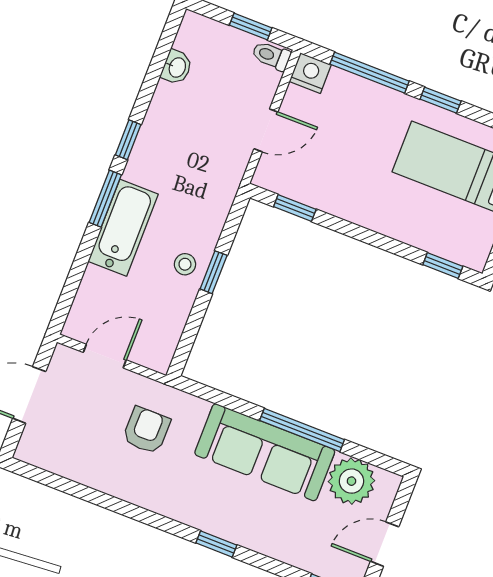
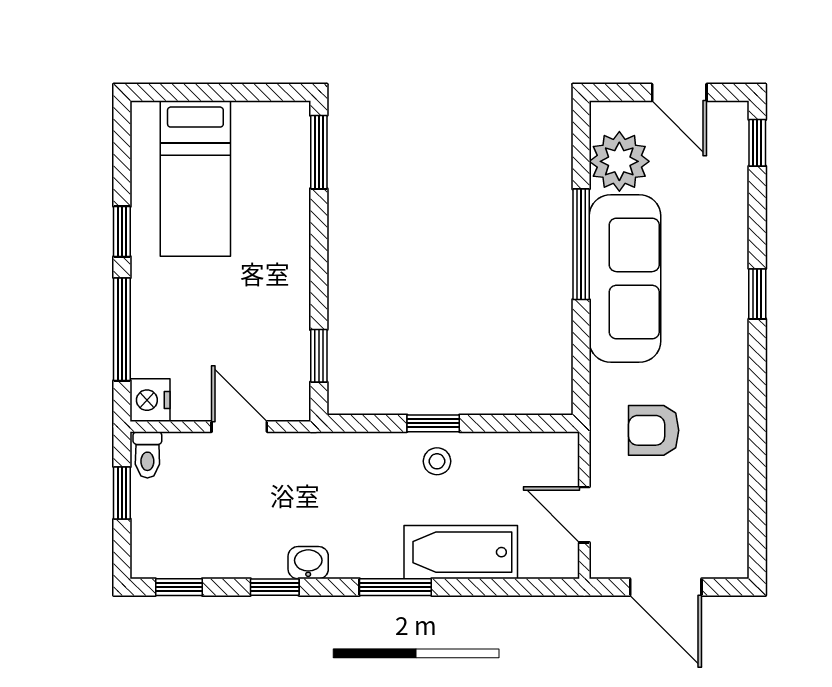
window: (166, 41) -> (179, 587), added
washbasin: (177, 67) -> (308, 563), moved
window: (128, 140) -> (275, 587), moved
bathtub: (123, 228) -> (461, 552), moved
window: (443, 265) -> (319, 152), width x1.50

